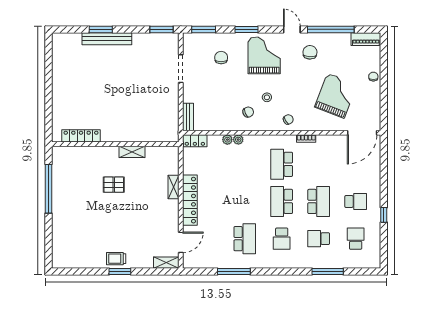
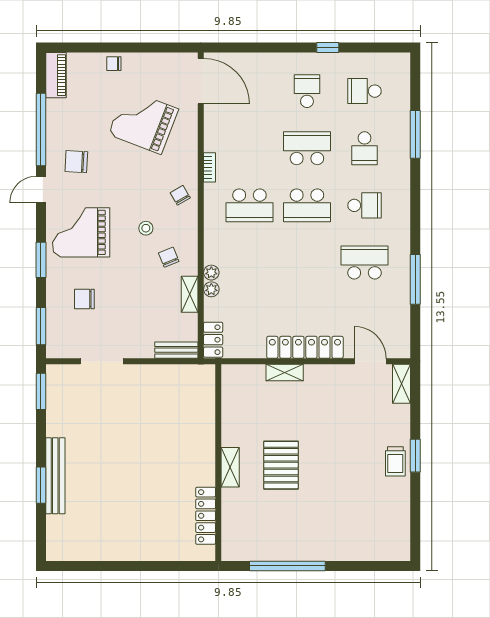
shelving: (224, 126) -> (190, 294), added
shelving: (132, 152) -> (230, 467), moved
pallet: (114, 185) -> (281, 465), width x1.50, depth x1.42

